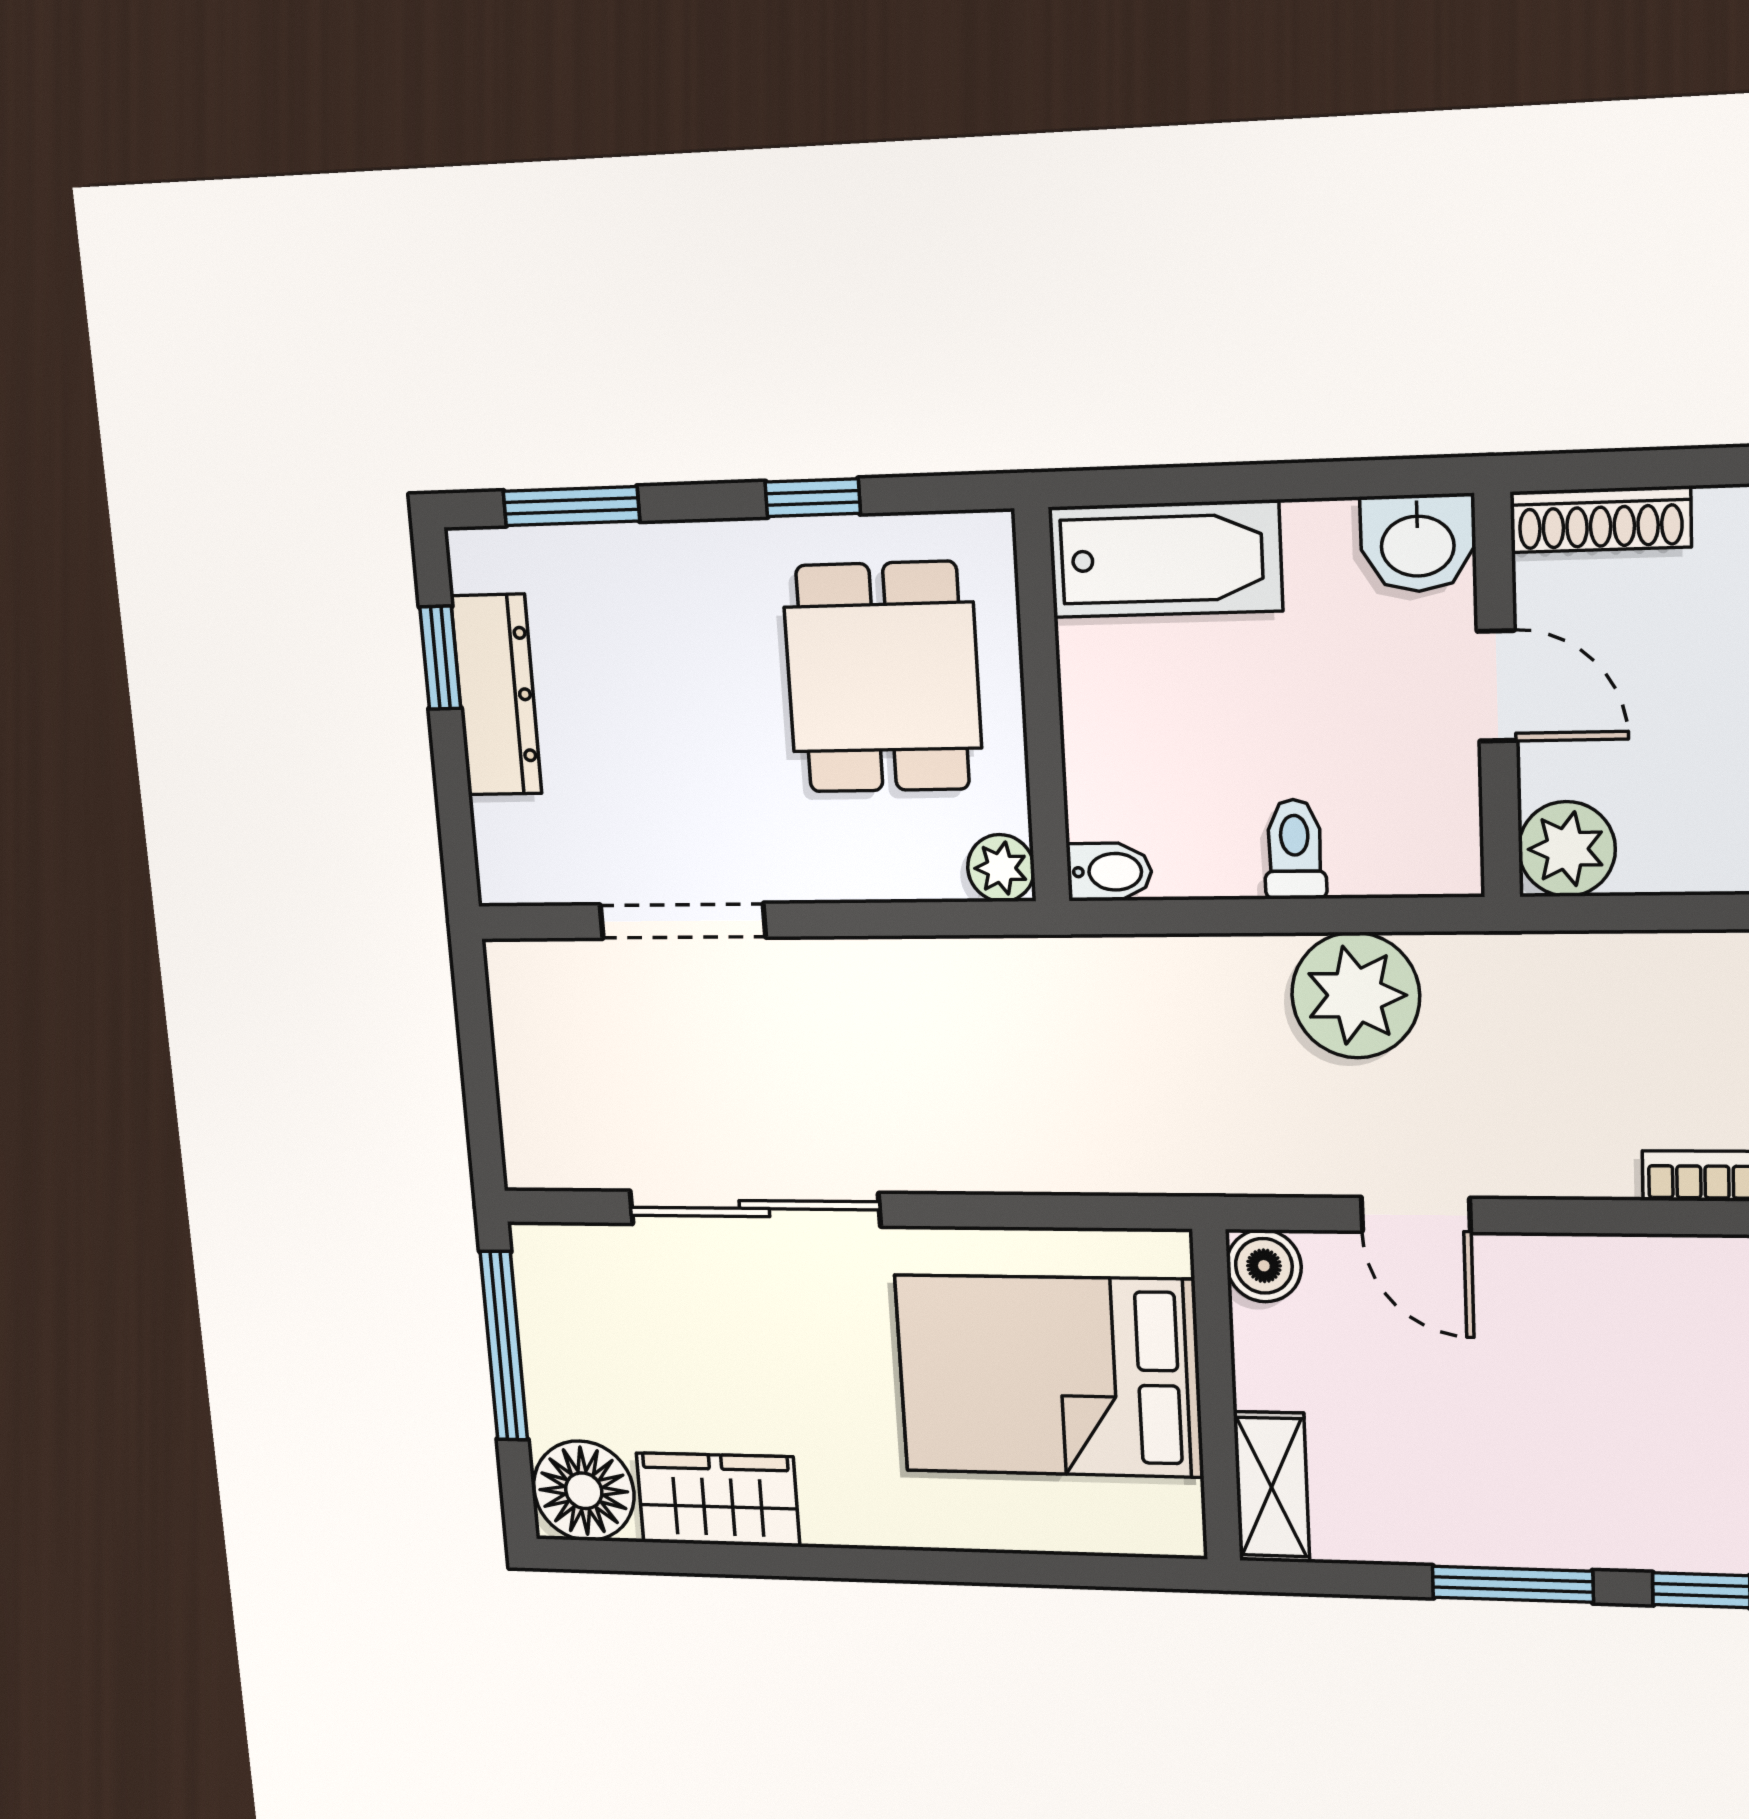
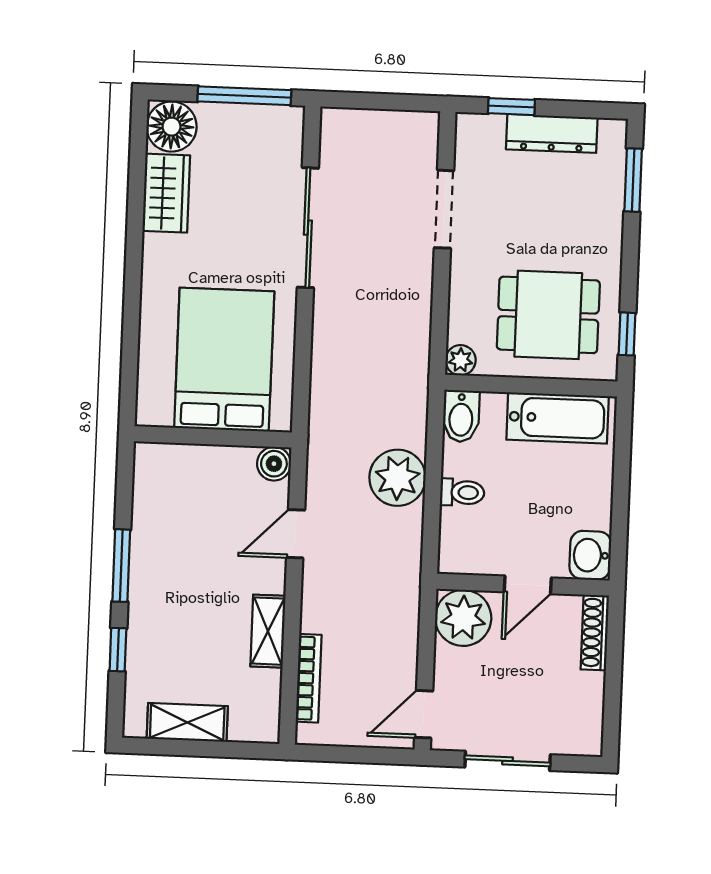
window: (813, 498) -> (627, 334), moved
bathtub: (1165, 559) -> (558, 418), moved, turned -90
window: (440, 658) -> (511, 107), moved
plant: (1567, 849) -> (463, 618), width x1.36, depth x1.36
bidet: (1109, 872) -> (461, 416), width x1.38, depth x1.36
plant: (1356, 995) -> (398, 478), moved
shelving: (1272, 1487) -> (268, 631), moved, turned 90

